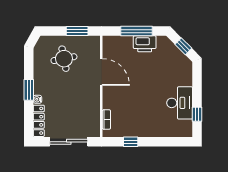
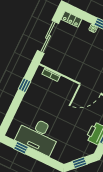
desk: (180, 103) -> (38, 135), width x1.36, depth x1.30
locker: (39, 121) -> (71, 19), width x0.66

